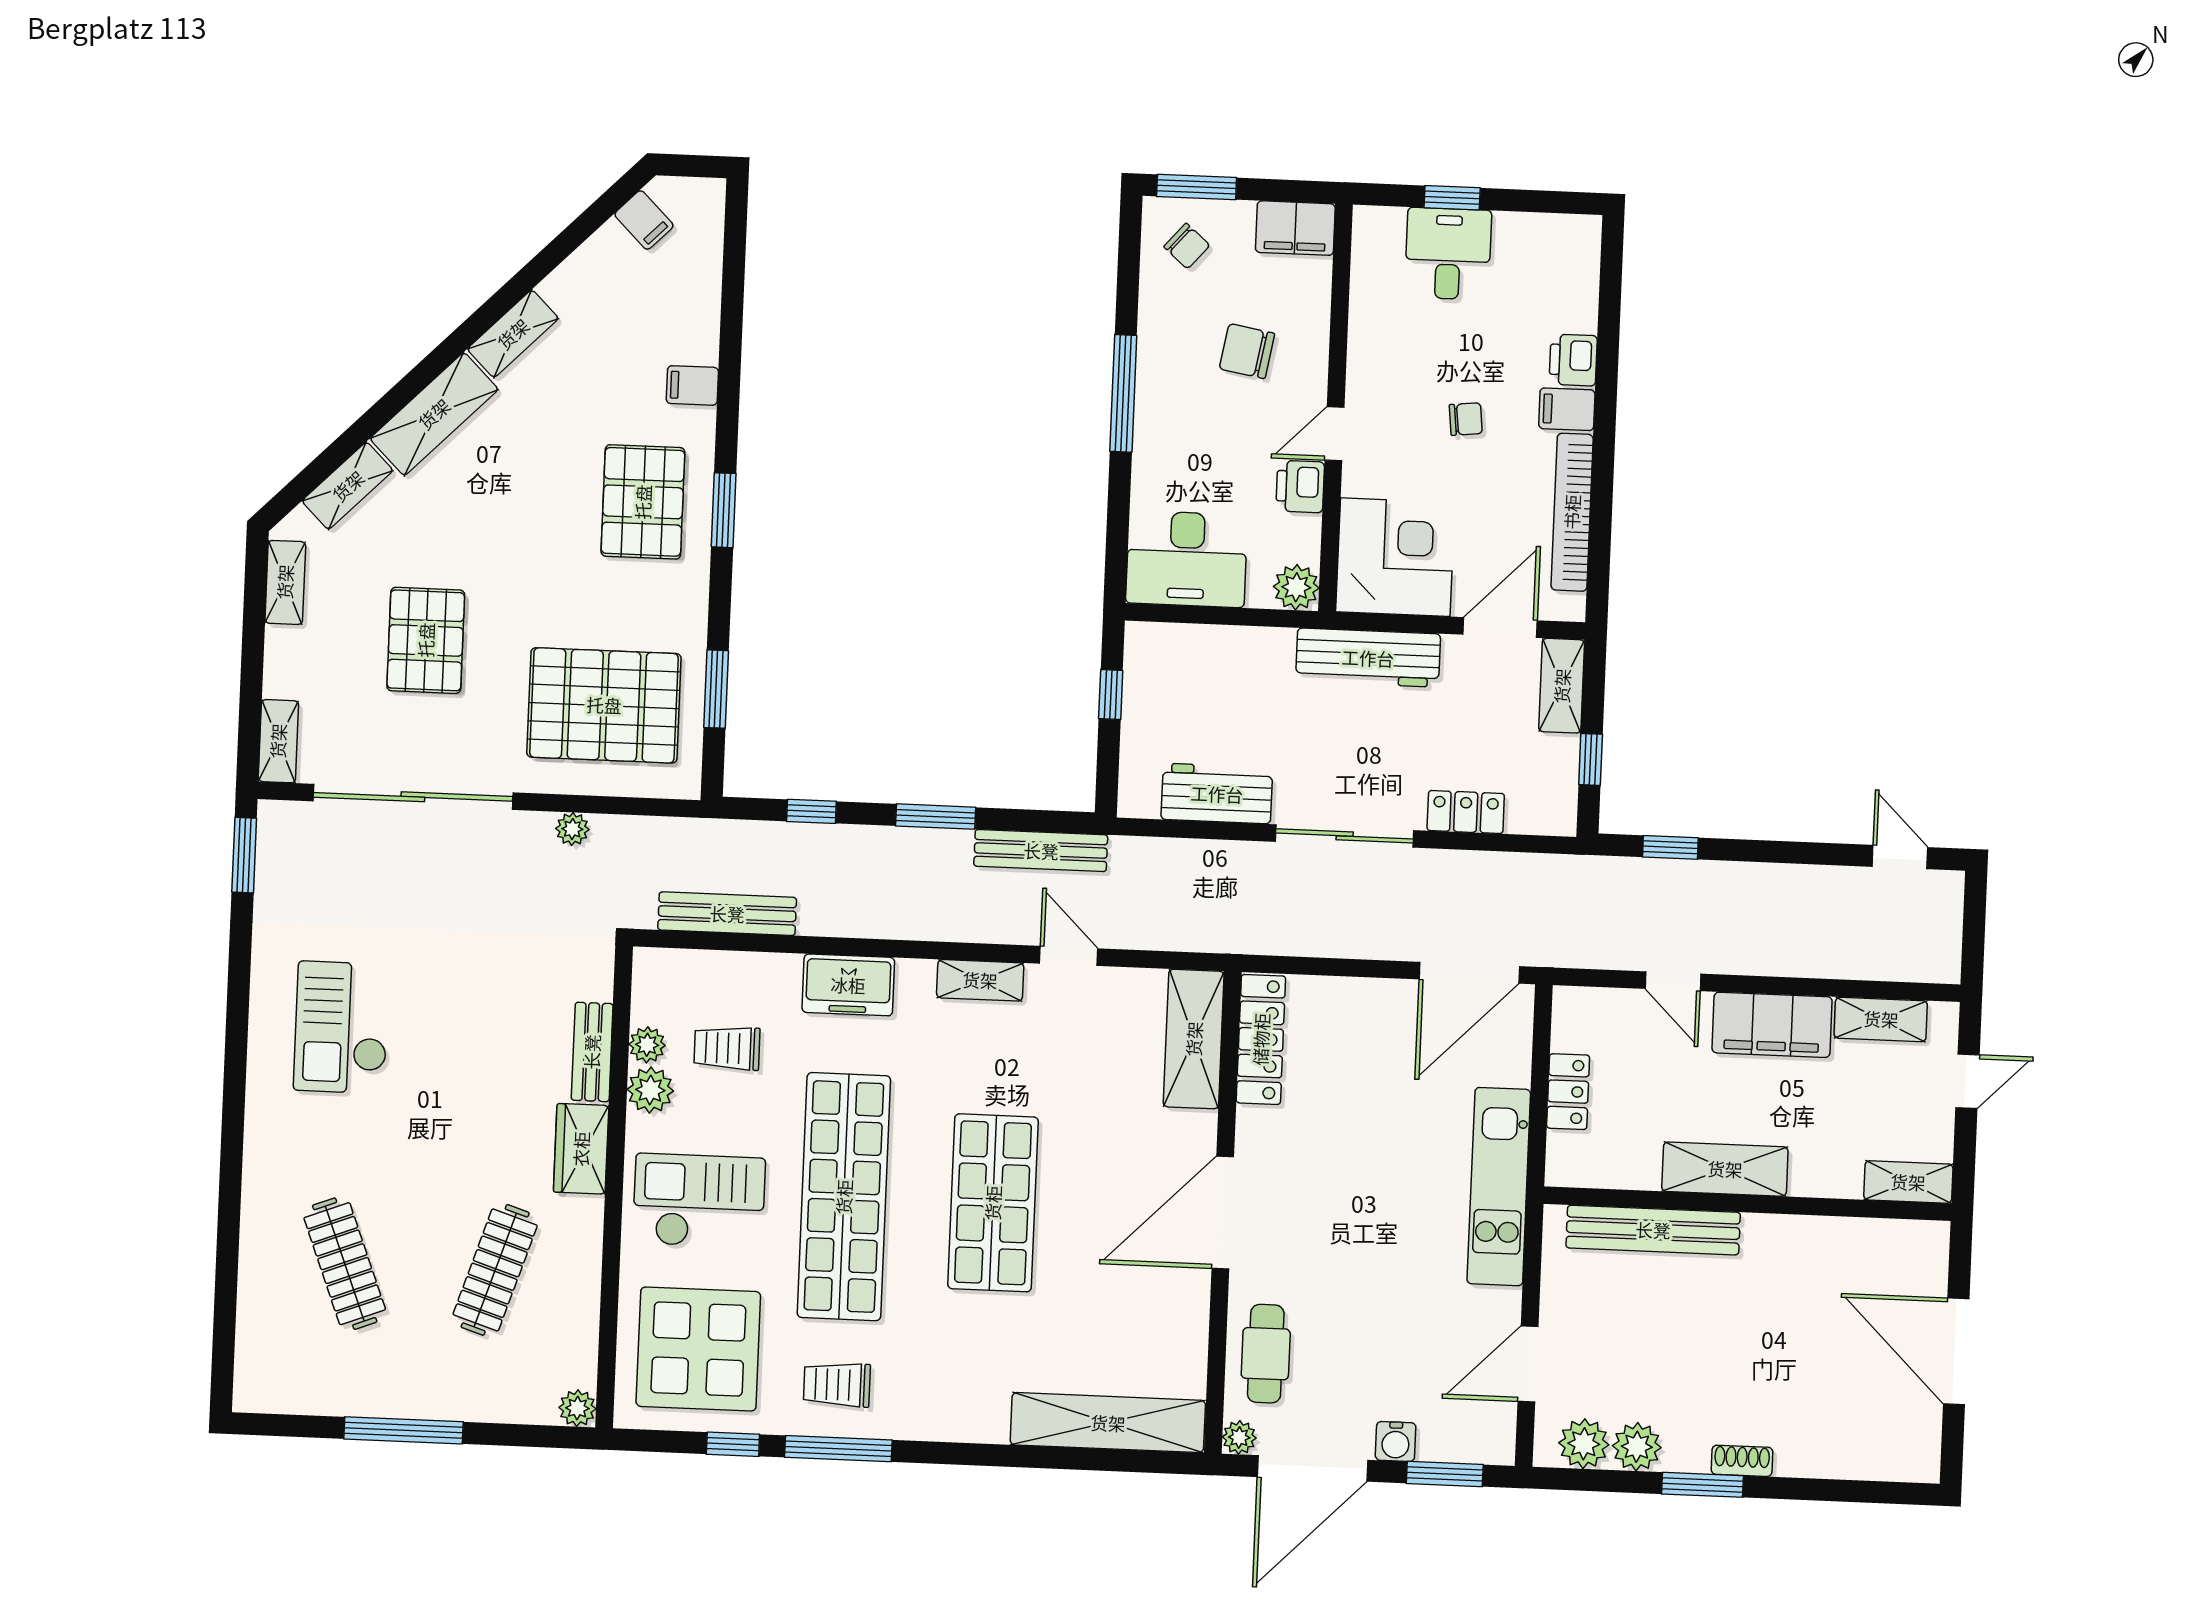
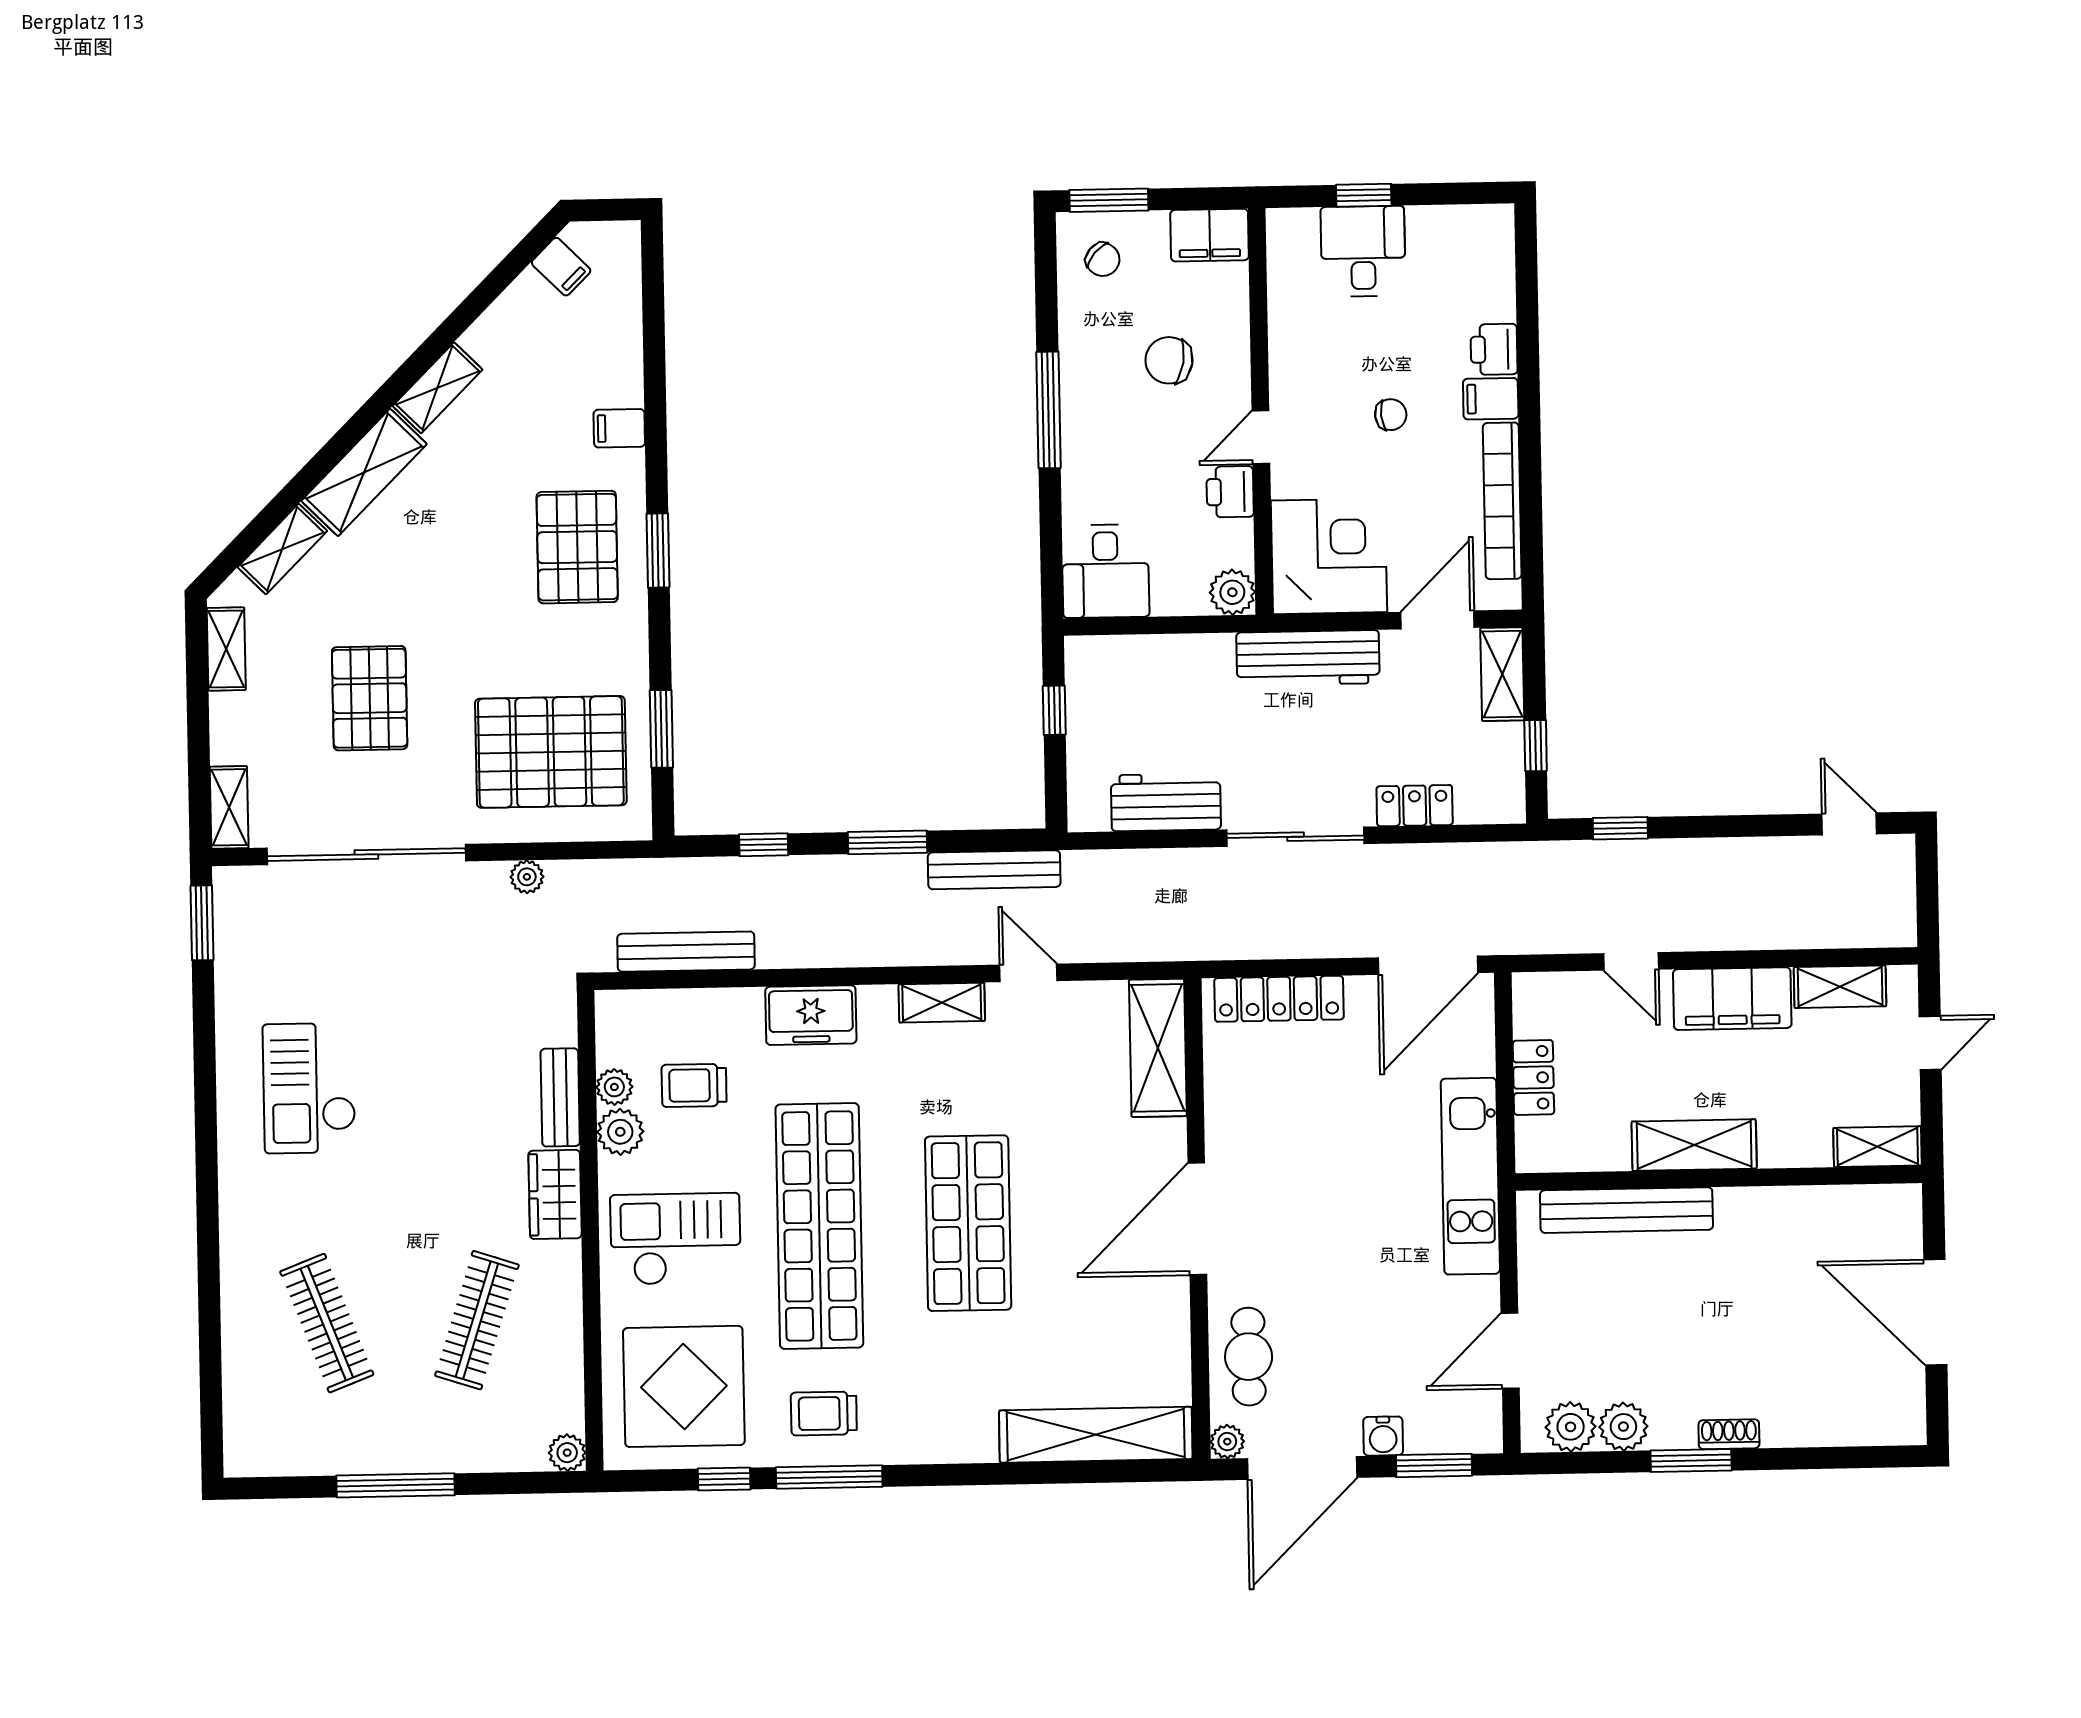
desk: (1187, 559) -> (1106, 571), width x0.73
locker: (1261, 1039) -> (1279, 999), moved, turned 90

